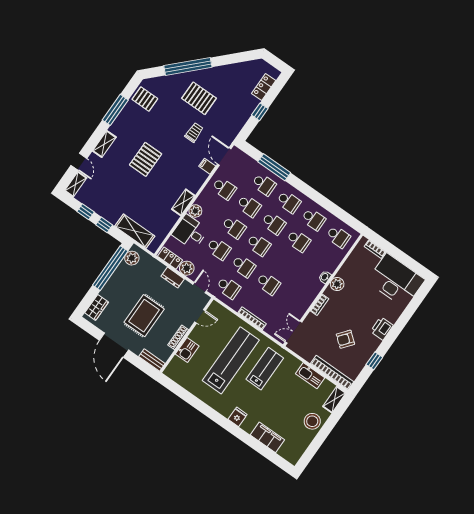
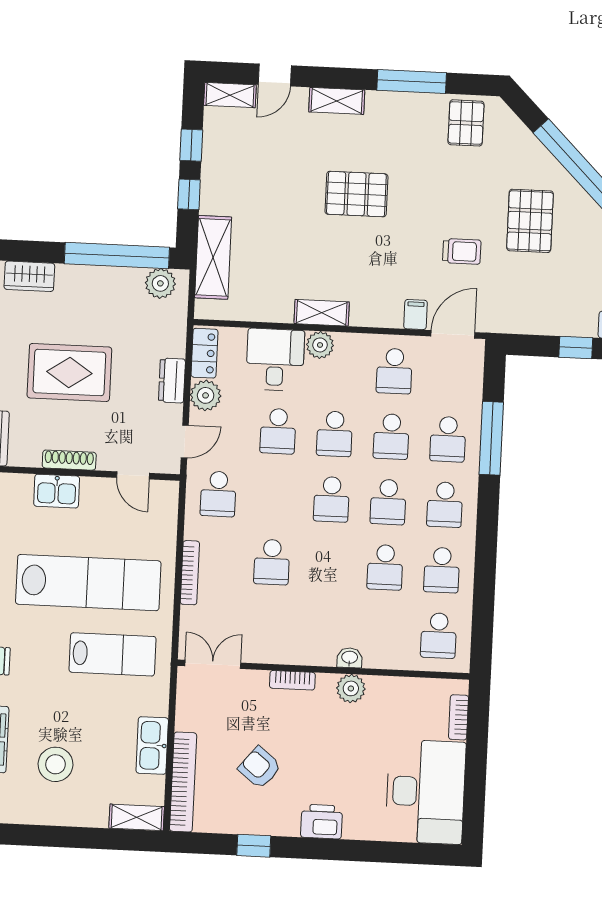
school desk: (243, 266) -> (275, 497), removed
stool: (312, 421) -> (55, 764), moved

